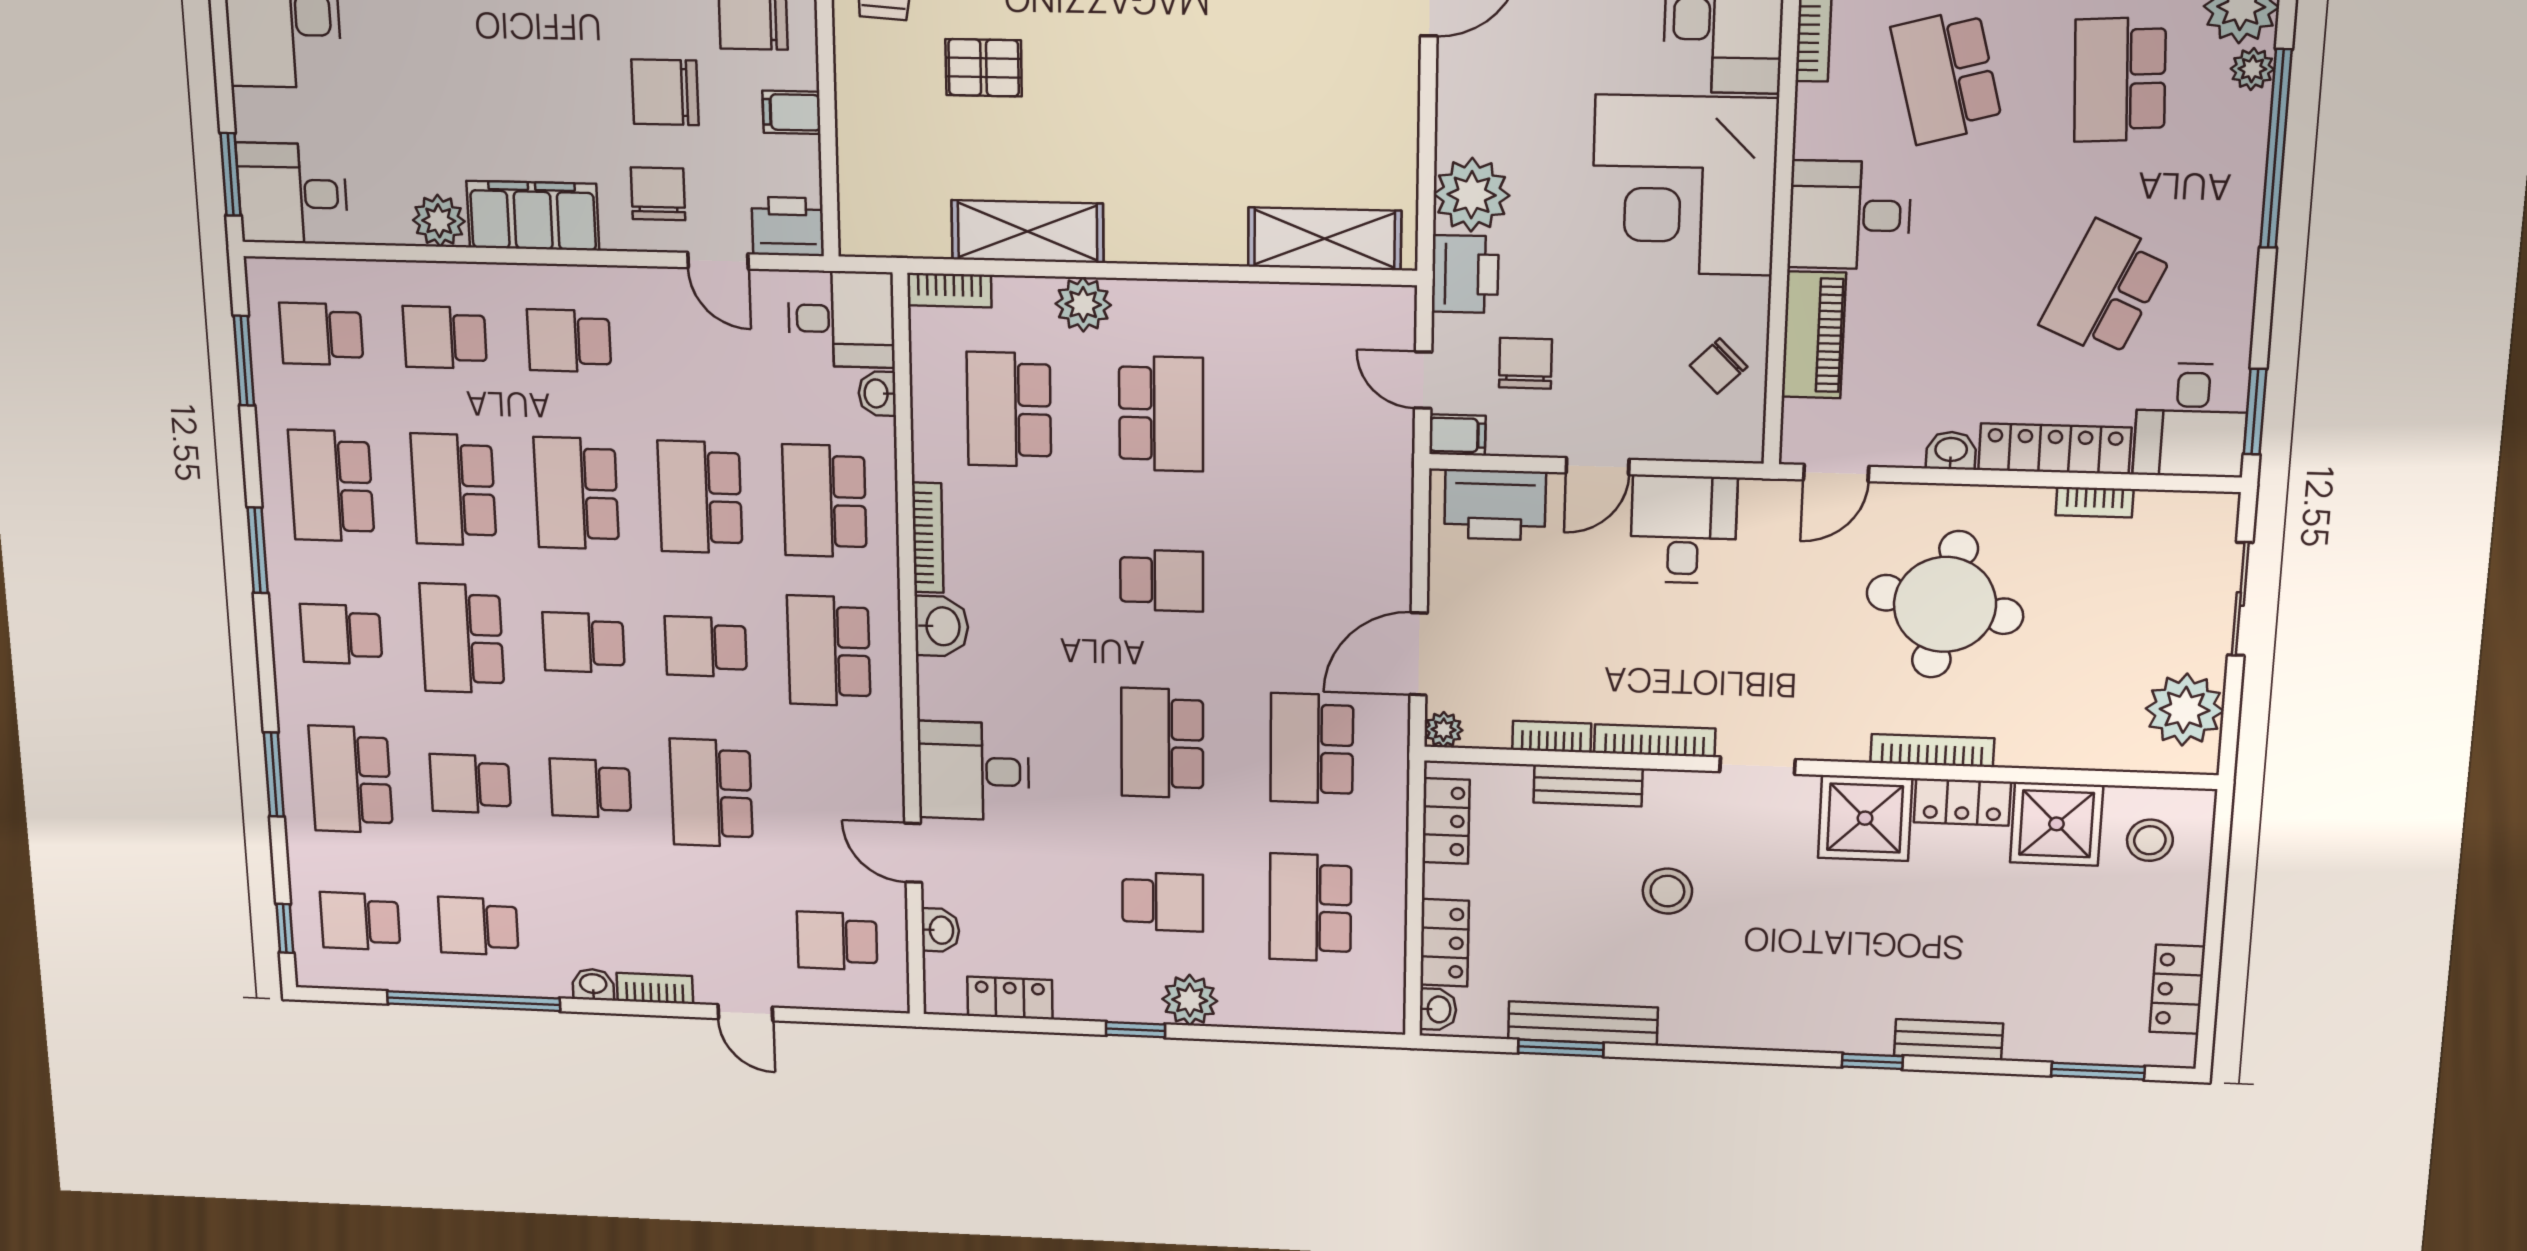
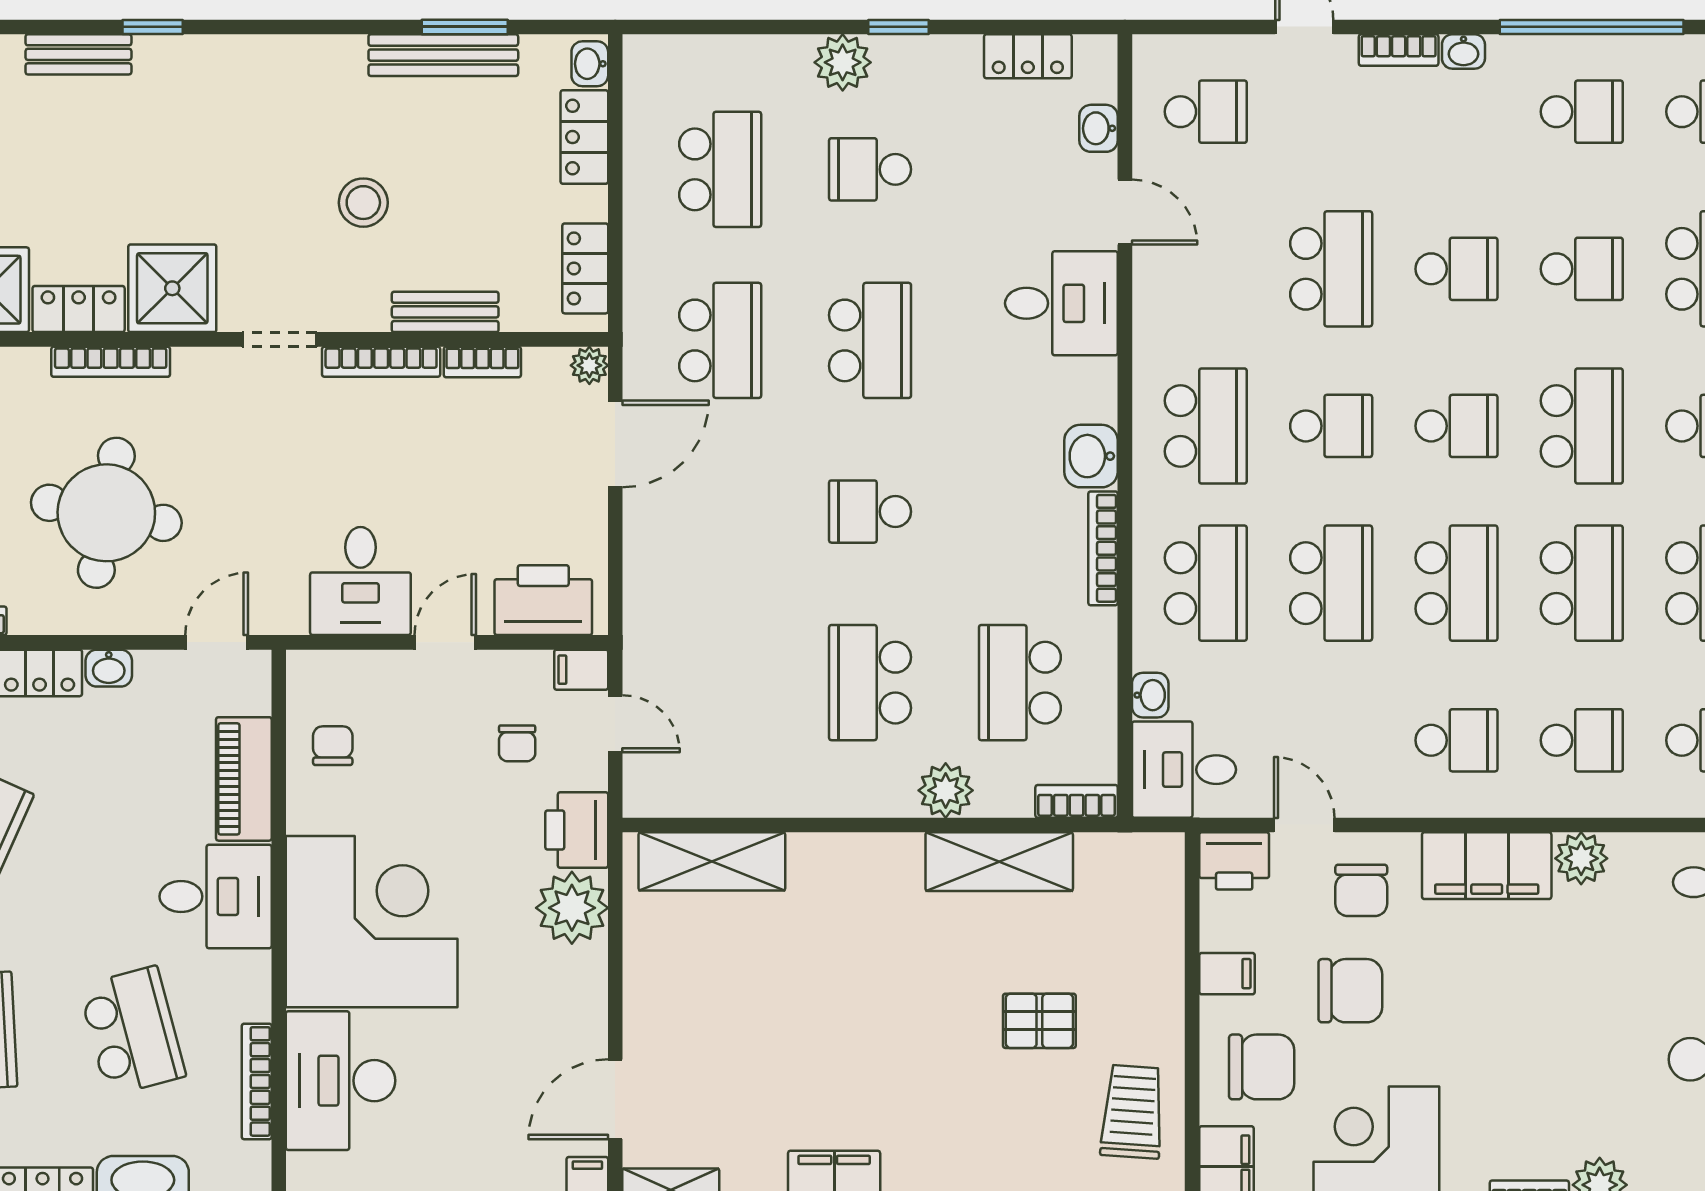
chair: (1525, 363) -> (517, 743), width x0.73, depth x0.73
chair: (1719, 366) -> (333, 746), turned -45
school desk: (1009, 409) -> (1020, 683), turned 180

